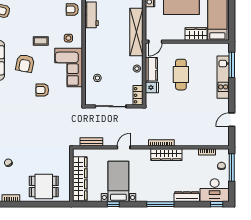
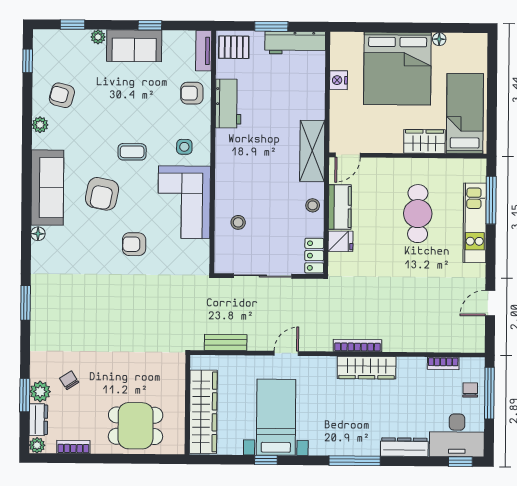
shelving: (136, 32) -> (312, 151), width x0.68
cafe table: (181, 75) -> (418, 214), moved

